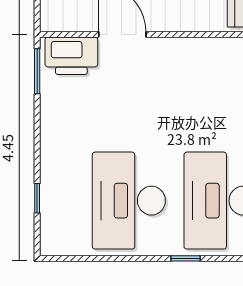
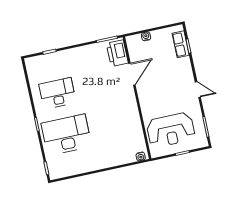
desk: (129, 201) -> (57, 93), width x0.73, depth x0.77

